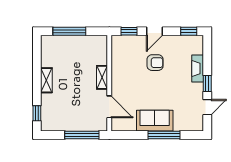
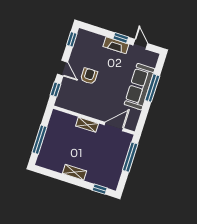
fireplace: (198, 68) -> (116, 45), moved
sofa: (155, 121) -> (139, 87), width x1.36

